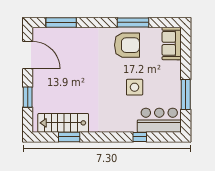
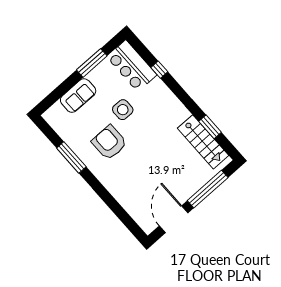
window: (61, 22) -> (123, 216), removed
sofa: (172, 43) -> (78, 96), moved
armchair: (127, 45) -> (109, 143), moved
window: (28, 97) -> (208, 189), width x2.11

